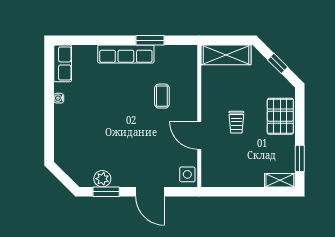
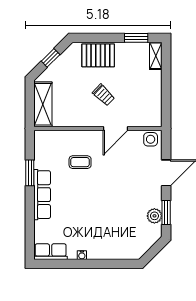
trolley: (236, 122) -> (104, 95), turned 44

